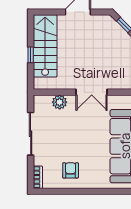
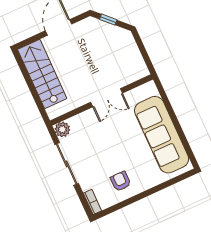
window: (31, 55) -> (32, 89), removed
plant: (60, 102) -> (62, 129), moved

